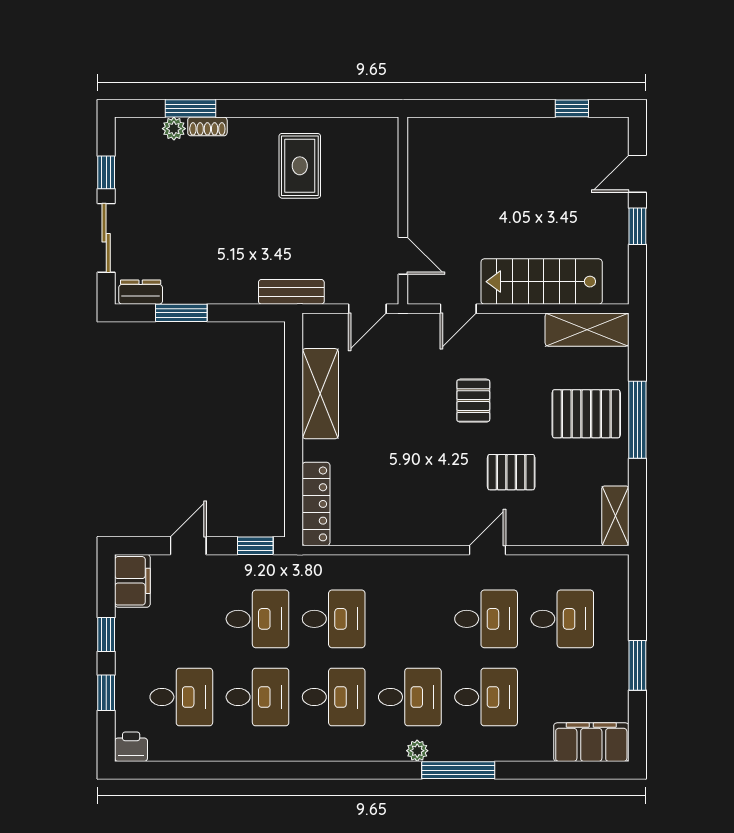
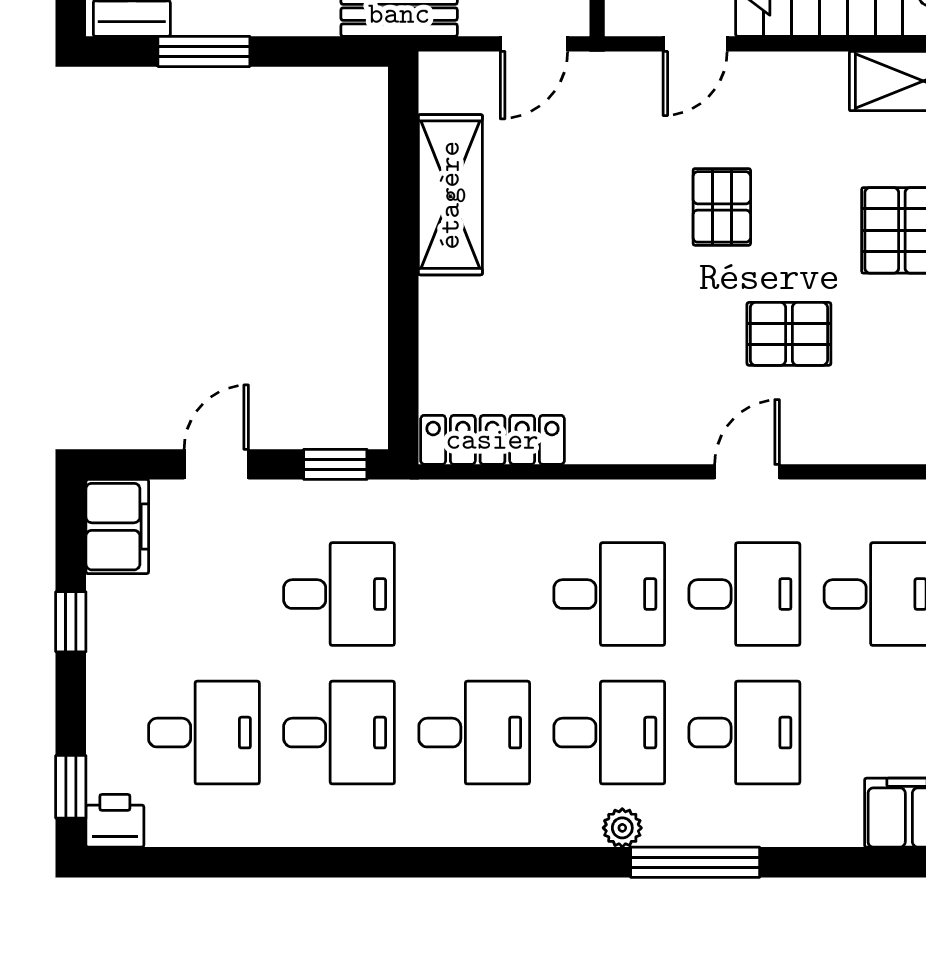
locker: (316, 504) -> (492, 440), moved, turned -90
desk: (334, 619) -> (609, 594), moved
window: (106, 693) -> (71, 787), moved

